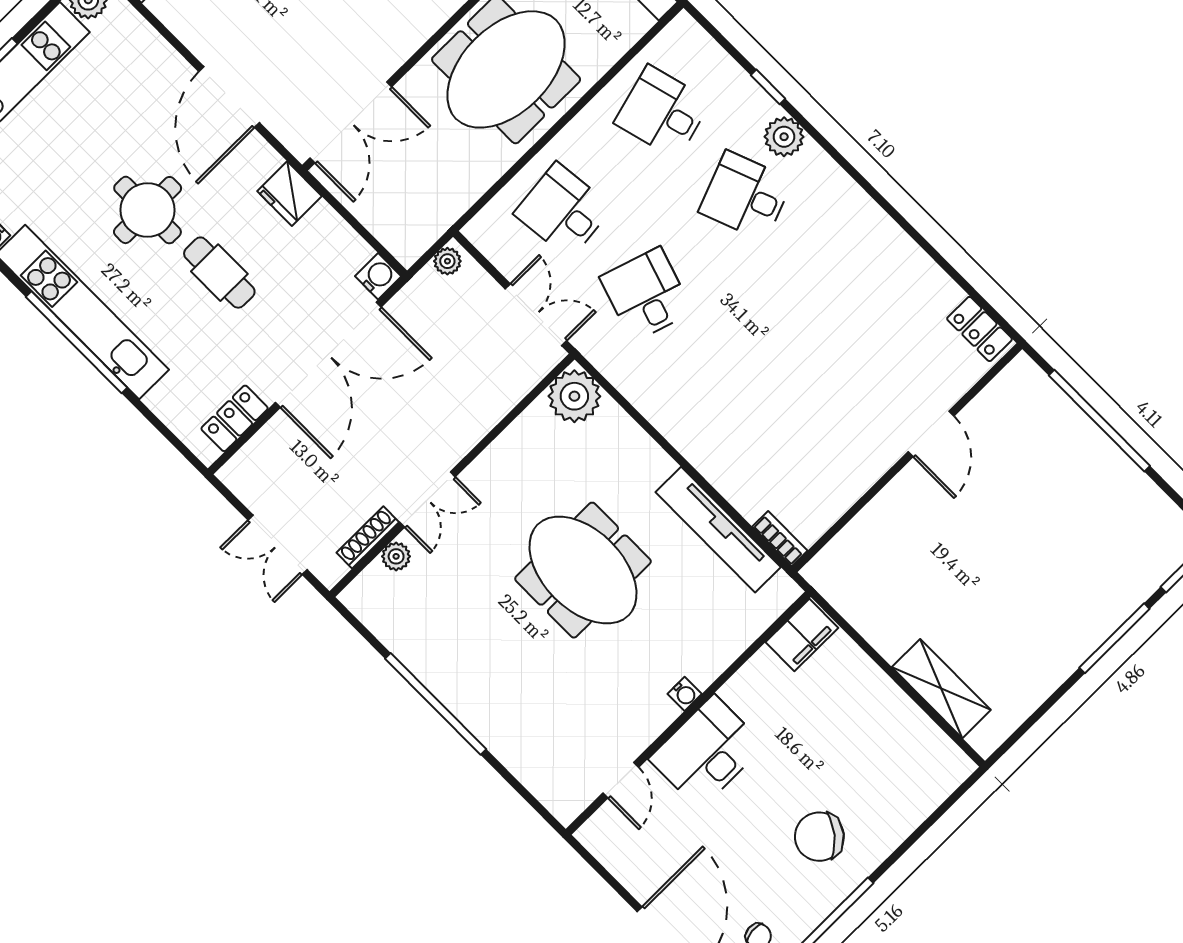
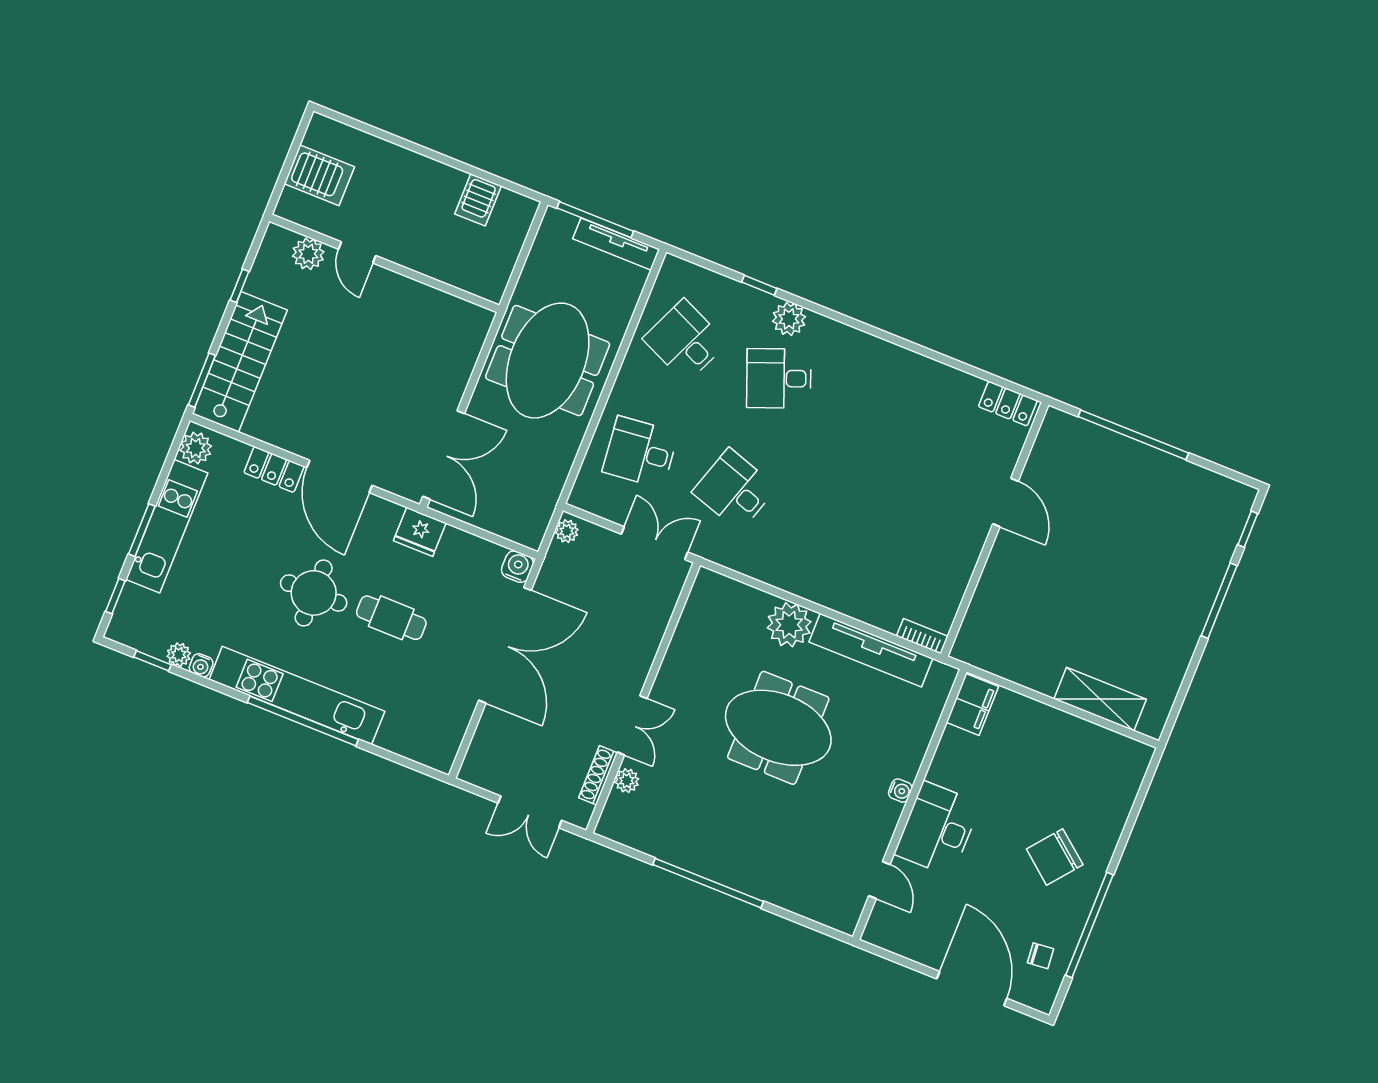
desk: (662, 112) -> (685, 341), turned 39
plant: (574, 396) -> (789, 625), moved
locker: (235, 418) -> (274, 469), moved, turned -90

